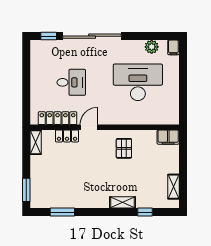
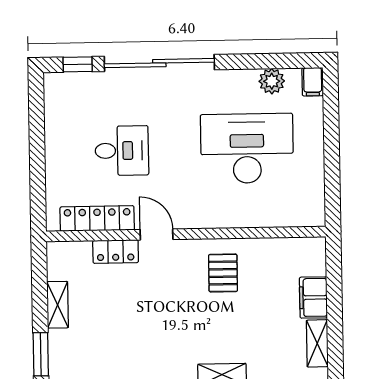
door: (89, 127) -> (157, 234), hinge flipped
filing cabinet: (168, 137) -> (313, 297), moved, turned 90
shelving: (36, 142) -> (58, 305), moved

